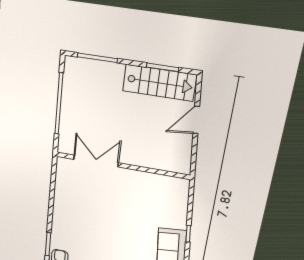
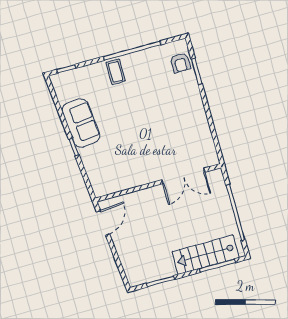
stairs: (159, 83) -> (206, 255), moved
door: (196, 120) -> (103, 223), moved

